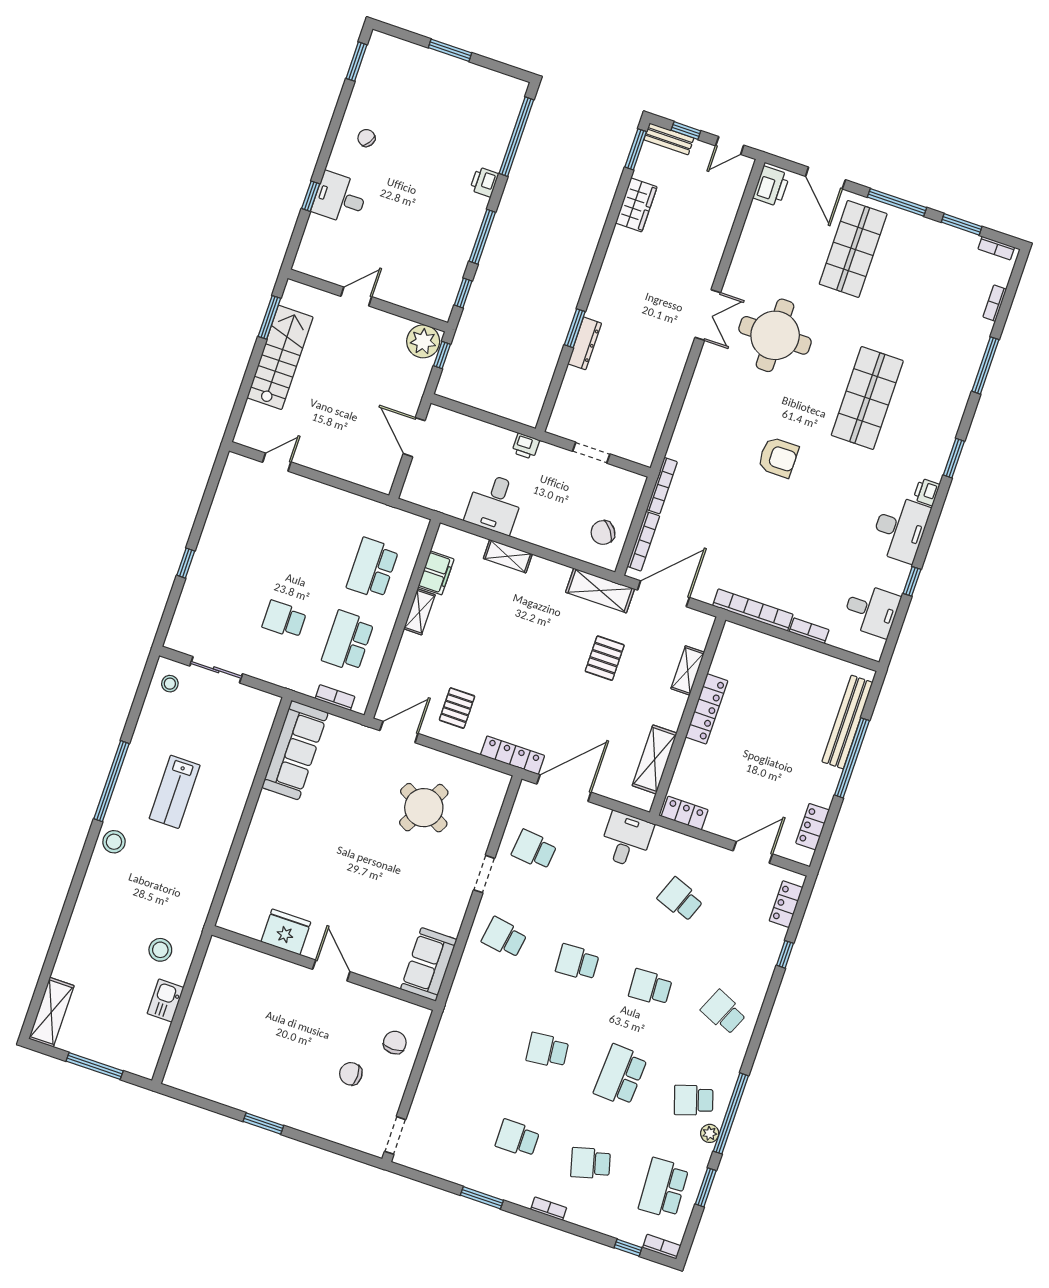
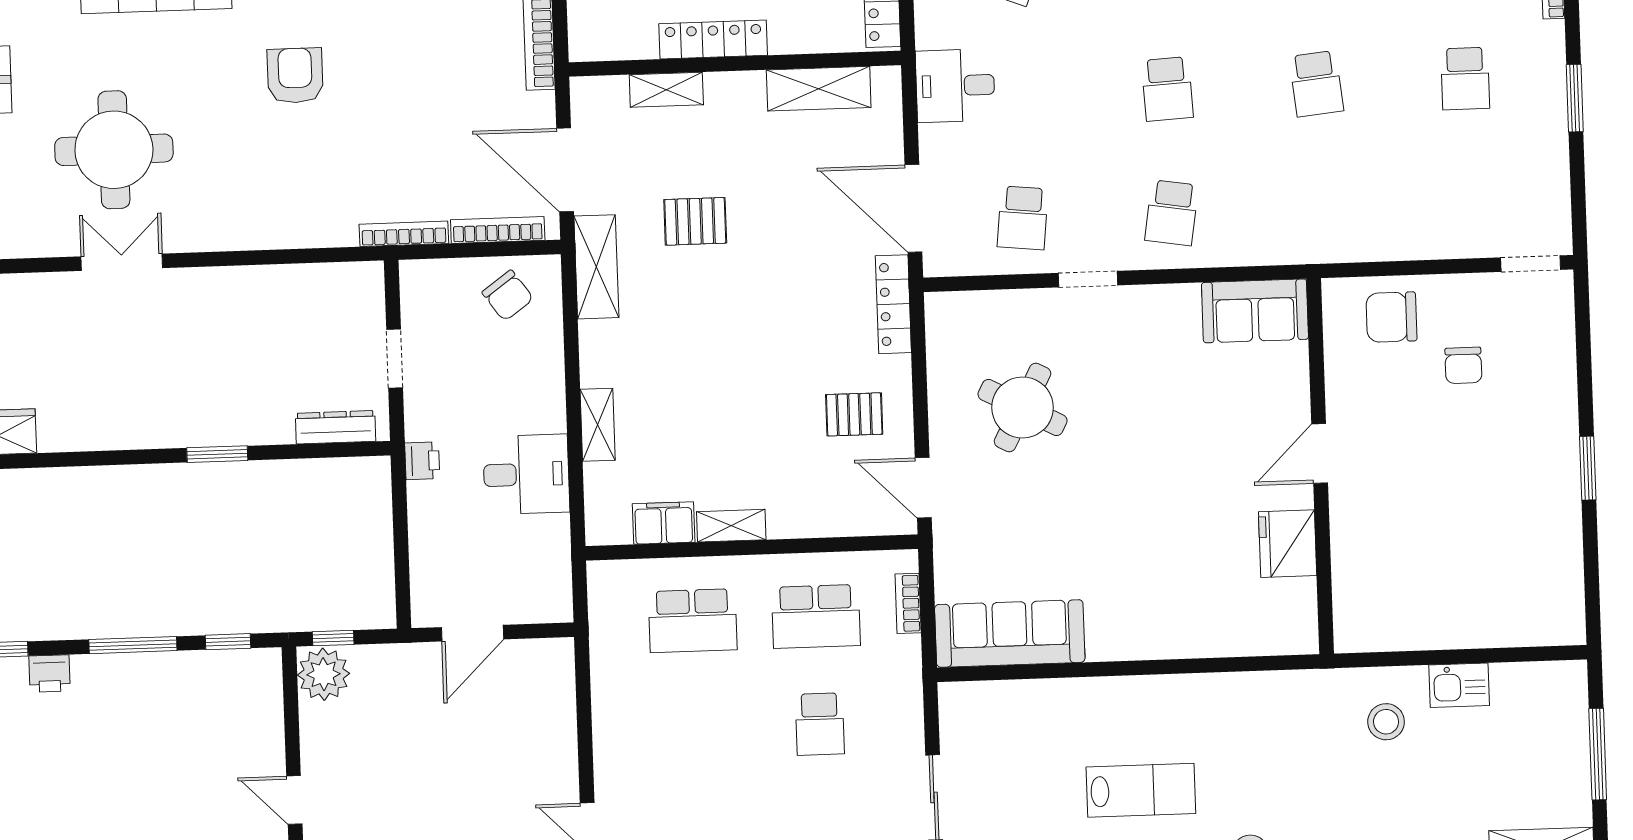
dresser: (585, 343) -> (336, 427), moved
chair: (395, 1043) -> (1391, 317), width x1.37, depth x1.37

